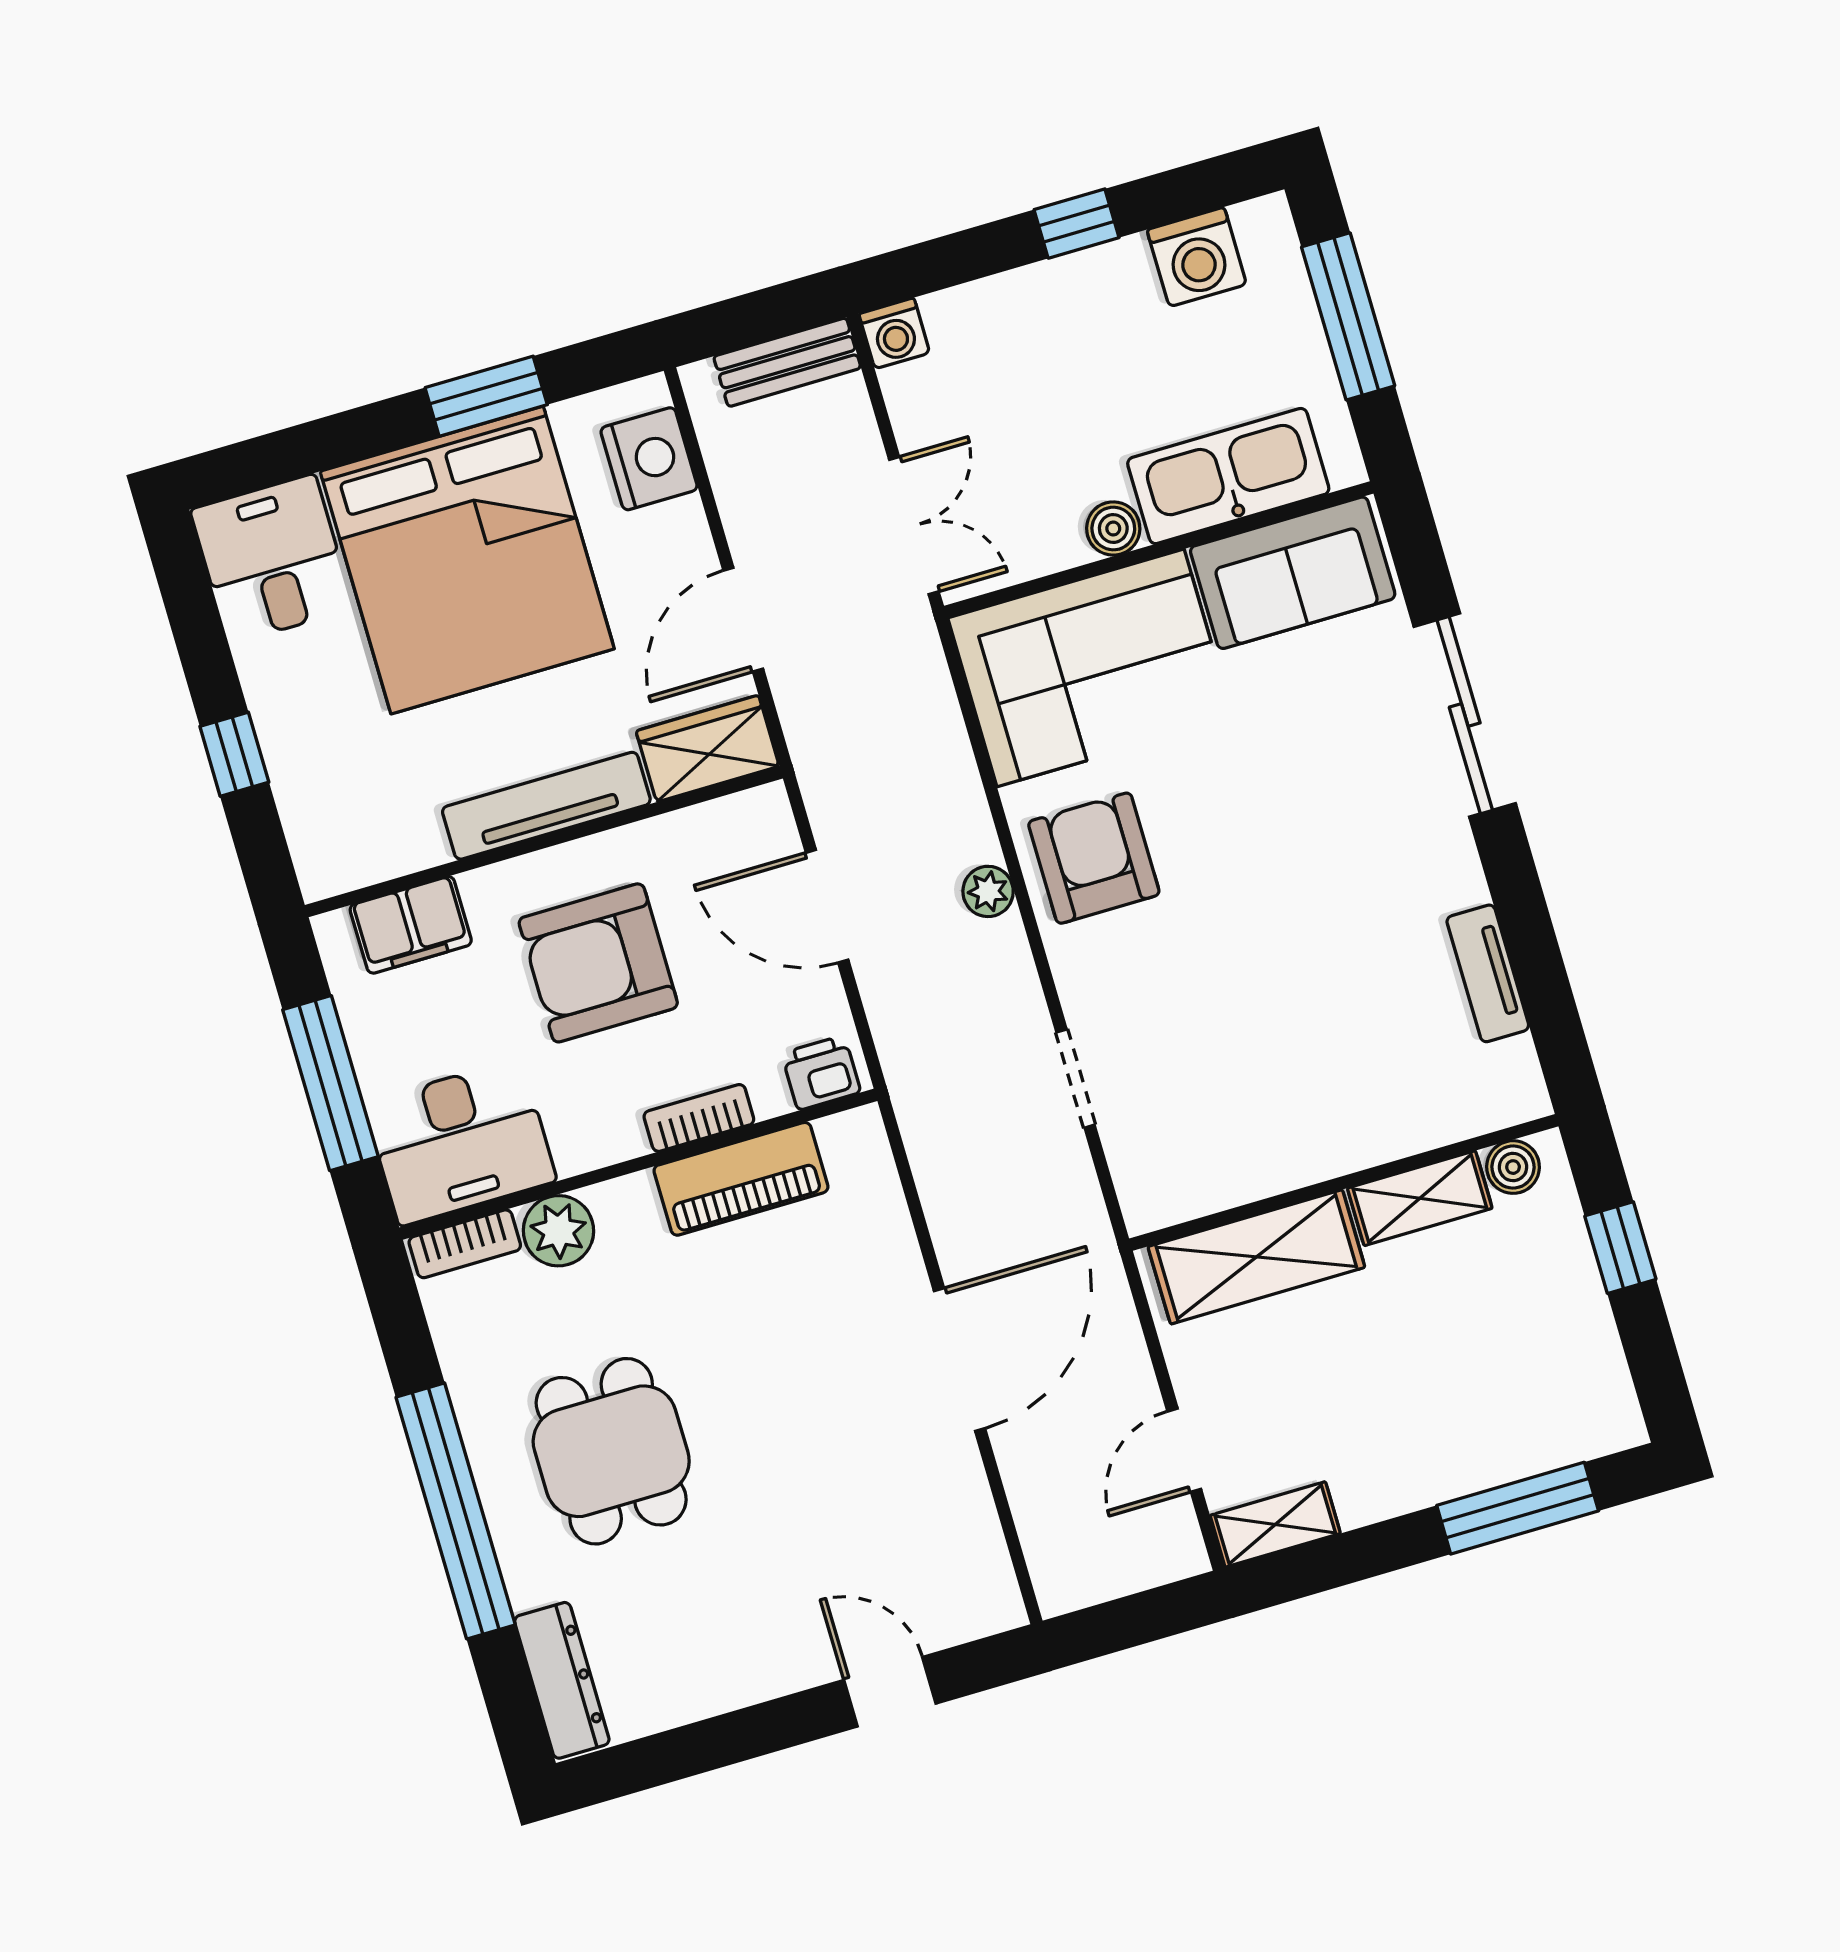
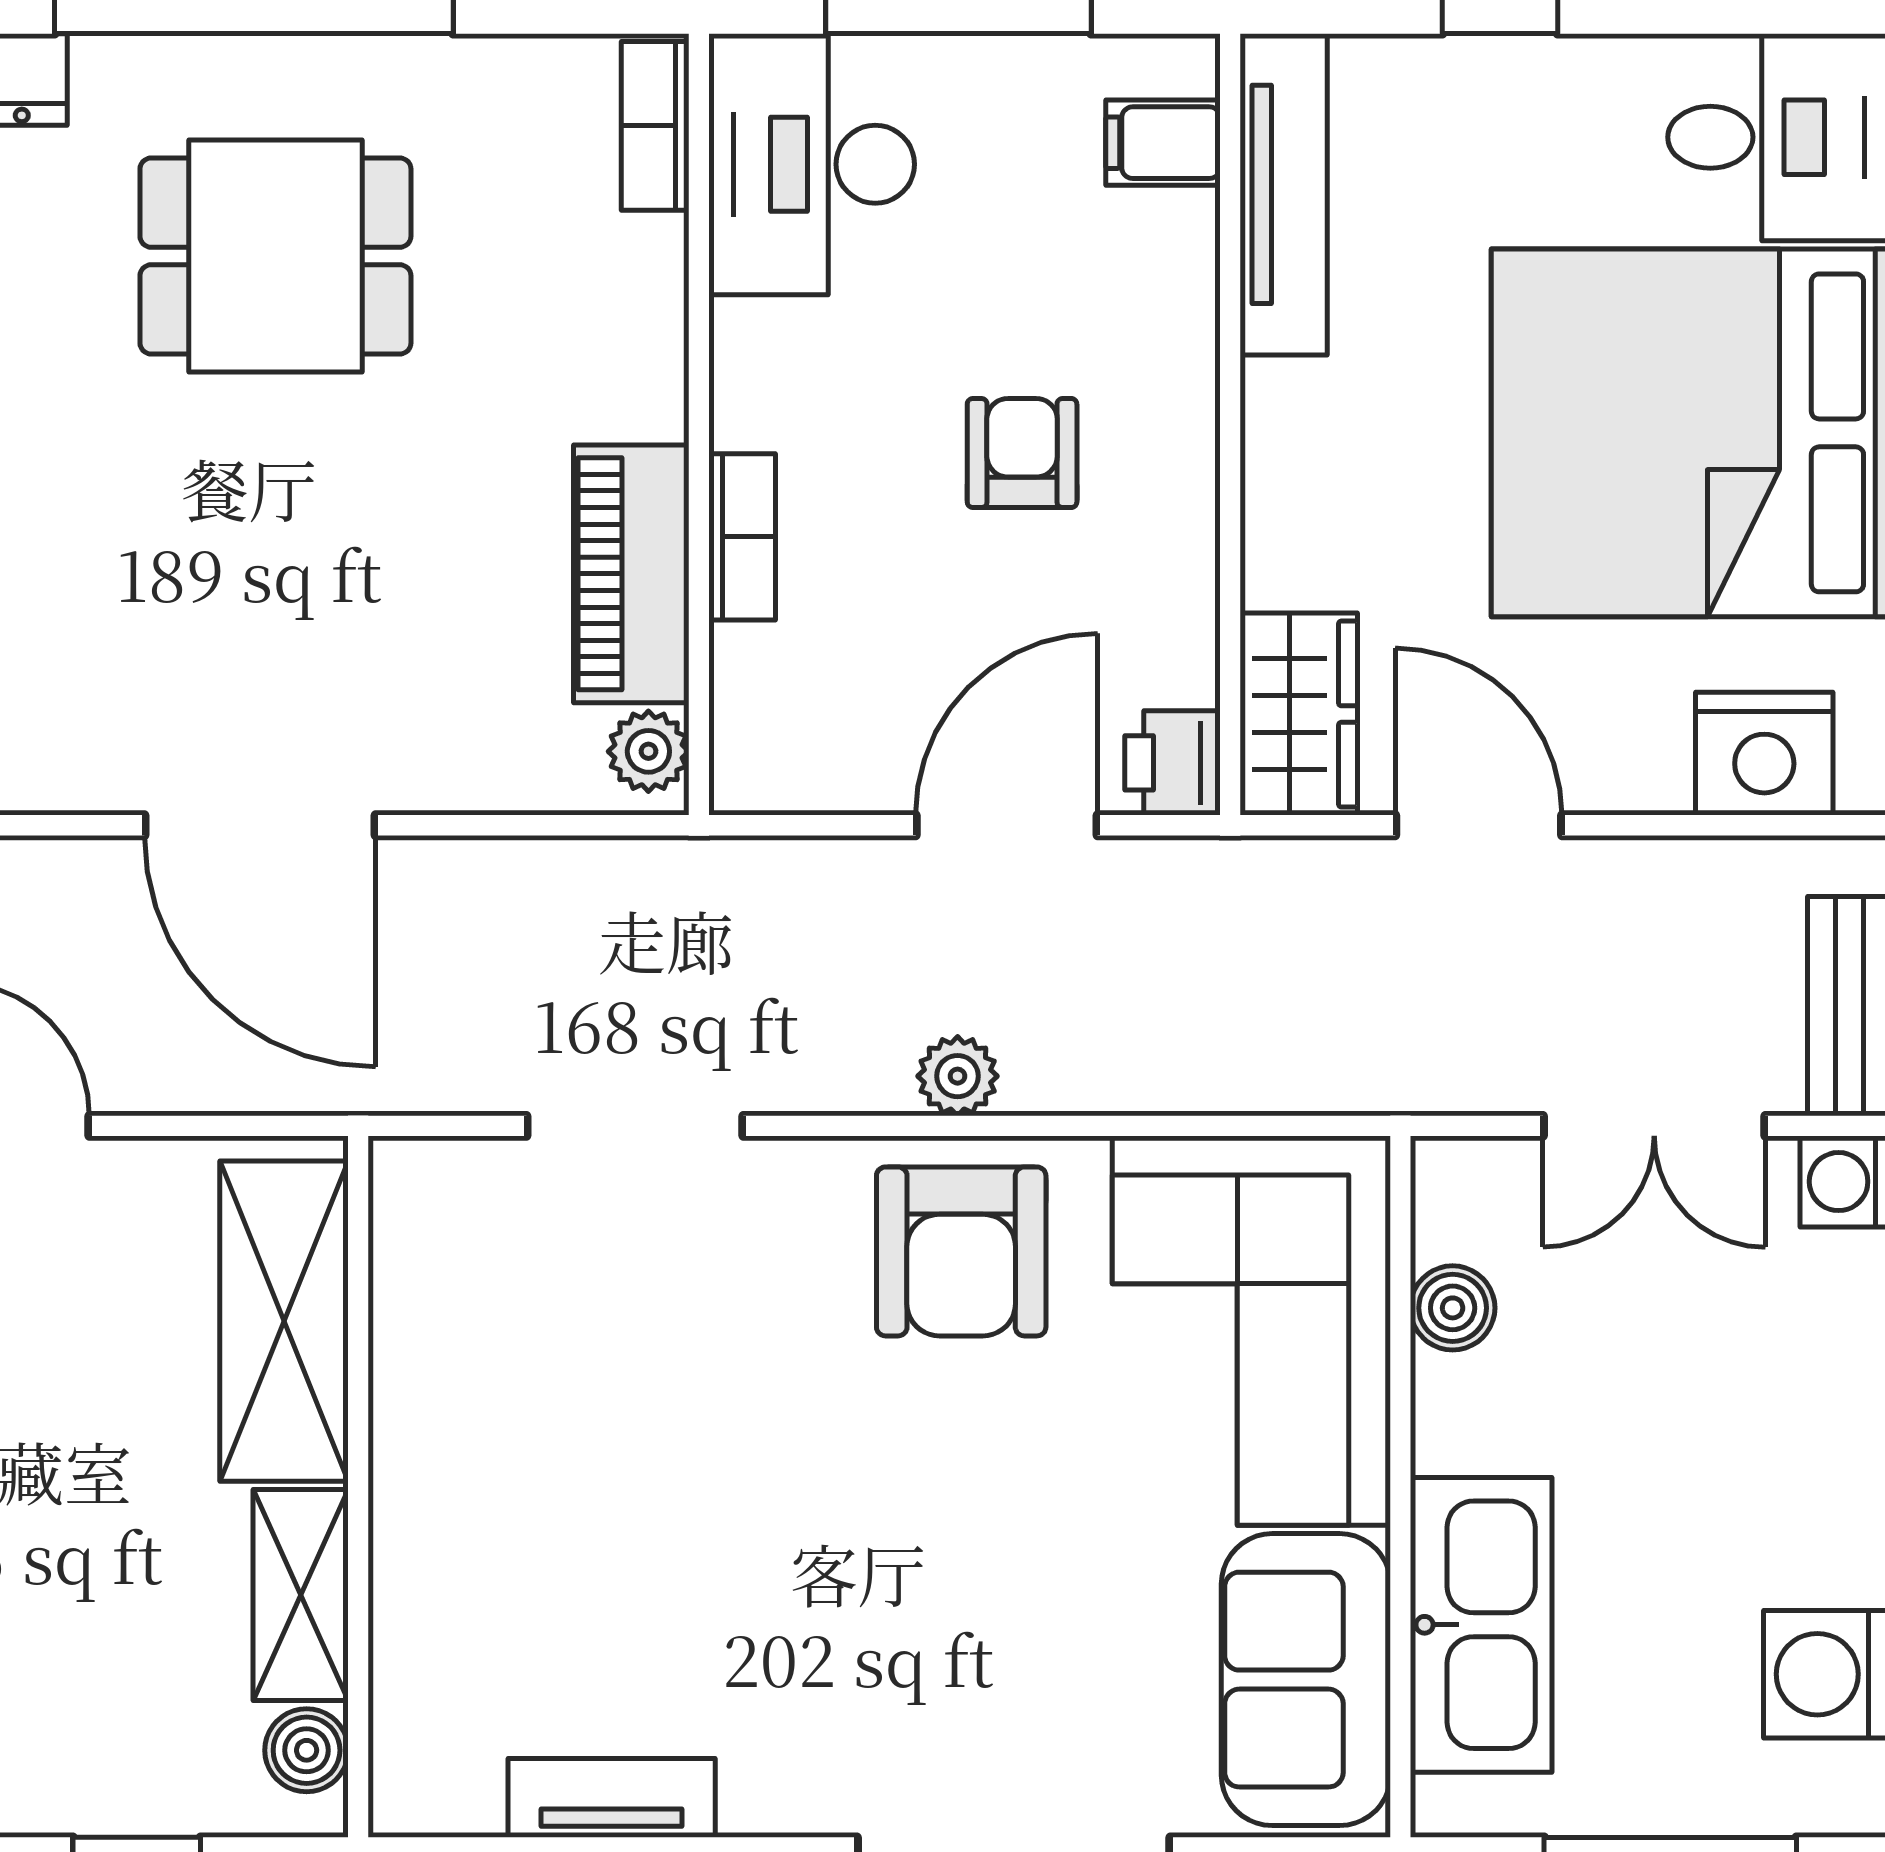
double door: (914, 526) -> (1654, 1126), moved
boiler: (1113, 529) -> (1453, 1308), moved
tv unit: (546, 806) -> (1284, 194), moved
armchair: (1094, 858) -> (961, 1251), turned 90
filing cabinet: (411, 925) -> (1163, 143), width x0.50
armchair: (598, 963) -> (1022, 453), width x0.53, depth x0.53
printer: (821, 1073) -> (1172, 763), moved, turned 180
doorway: (1076, 1079) -> (635, 1126), width x1.38
plant: (558, 1231) -> (648, 751), moved, width x0.73, depth x0.73

